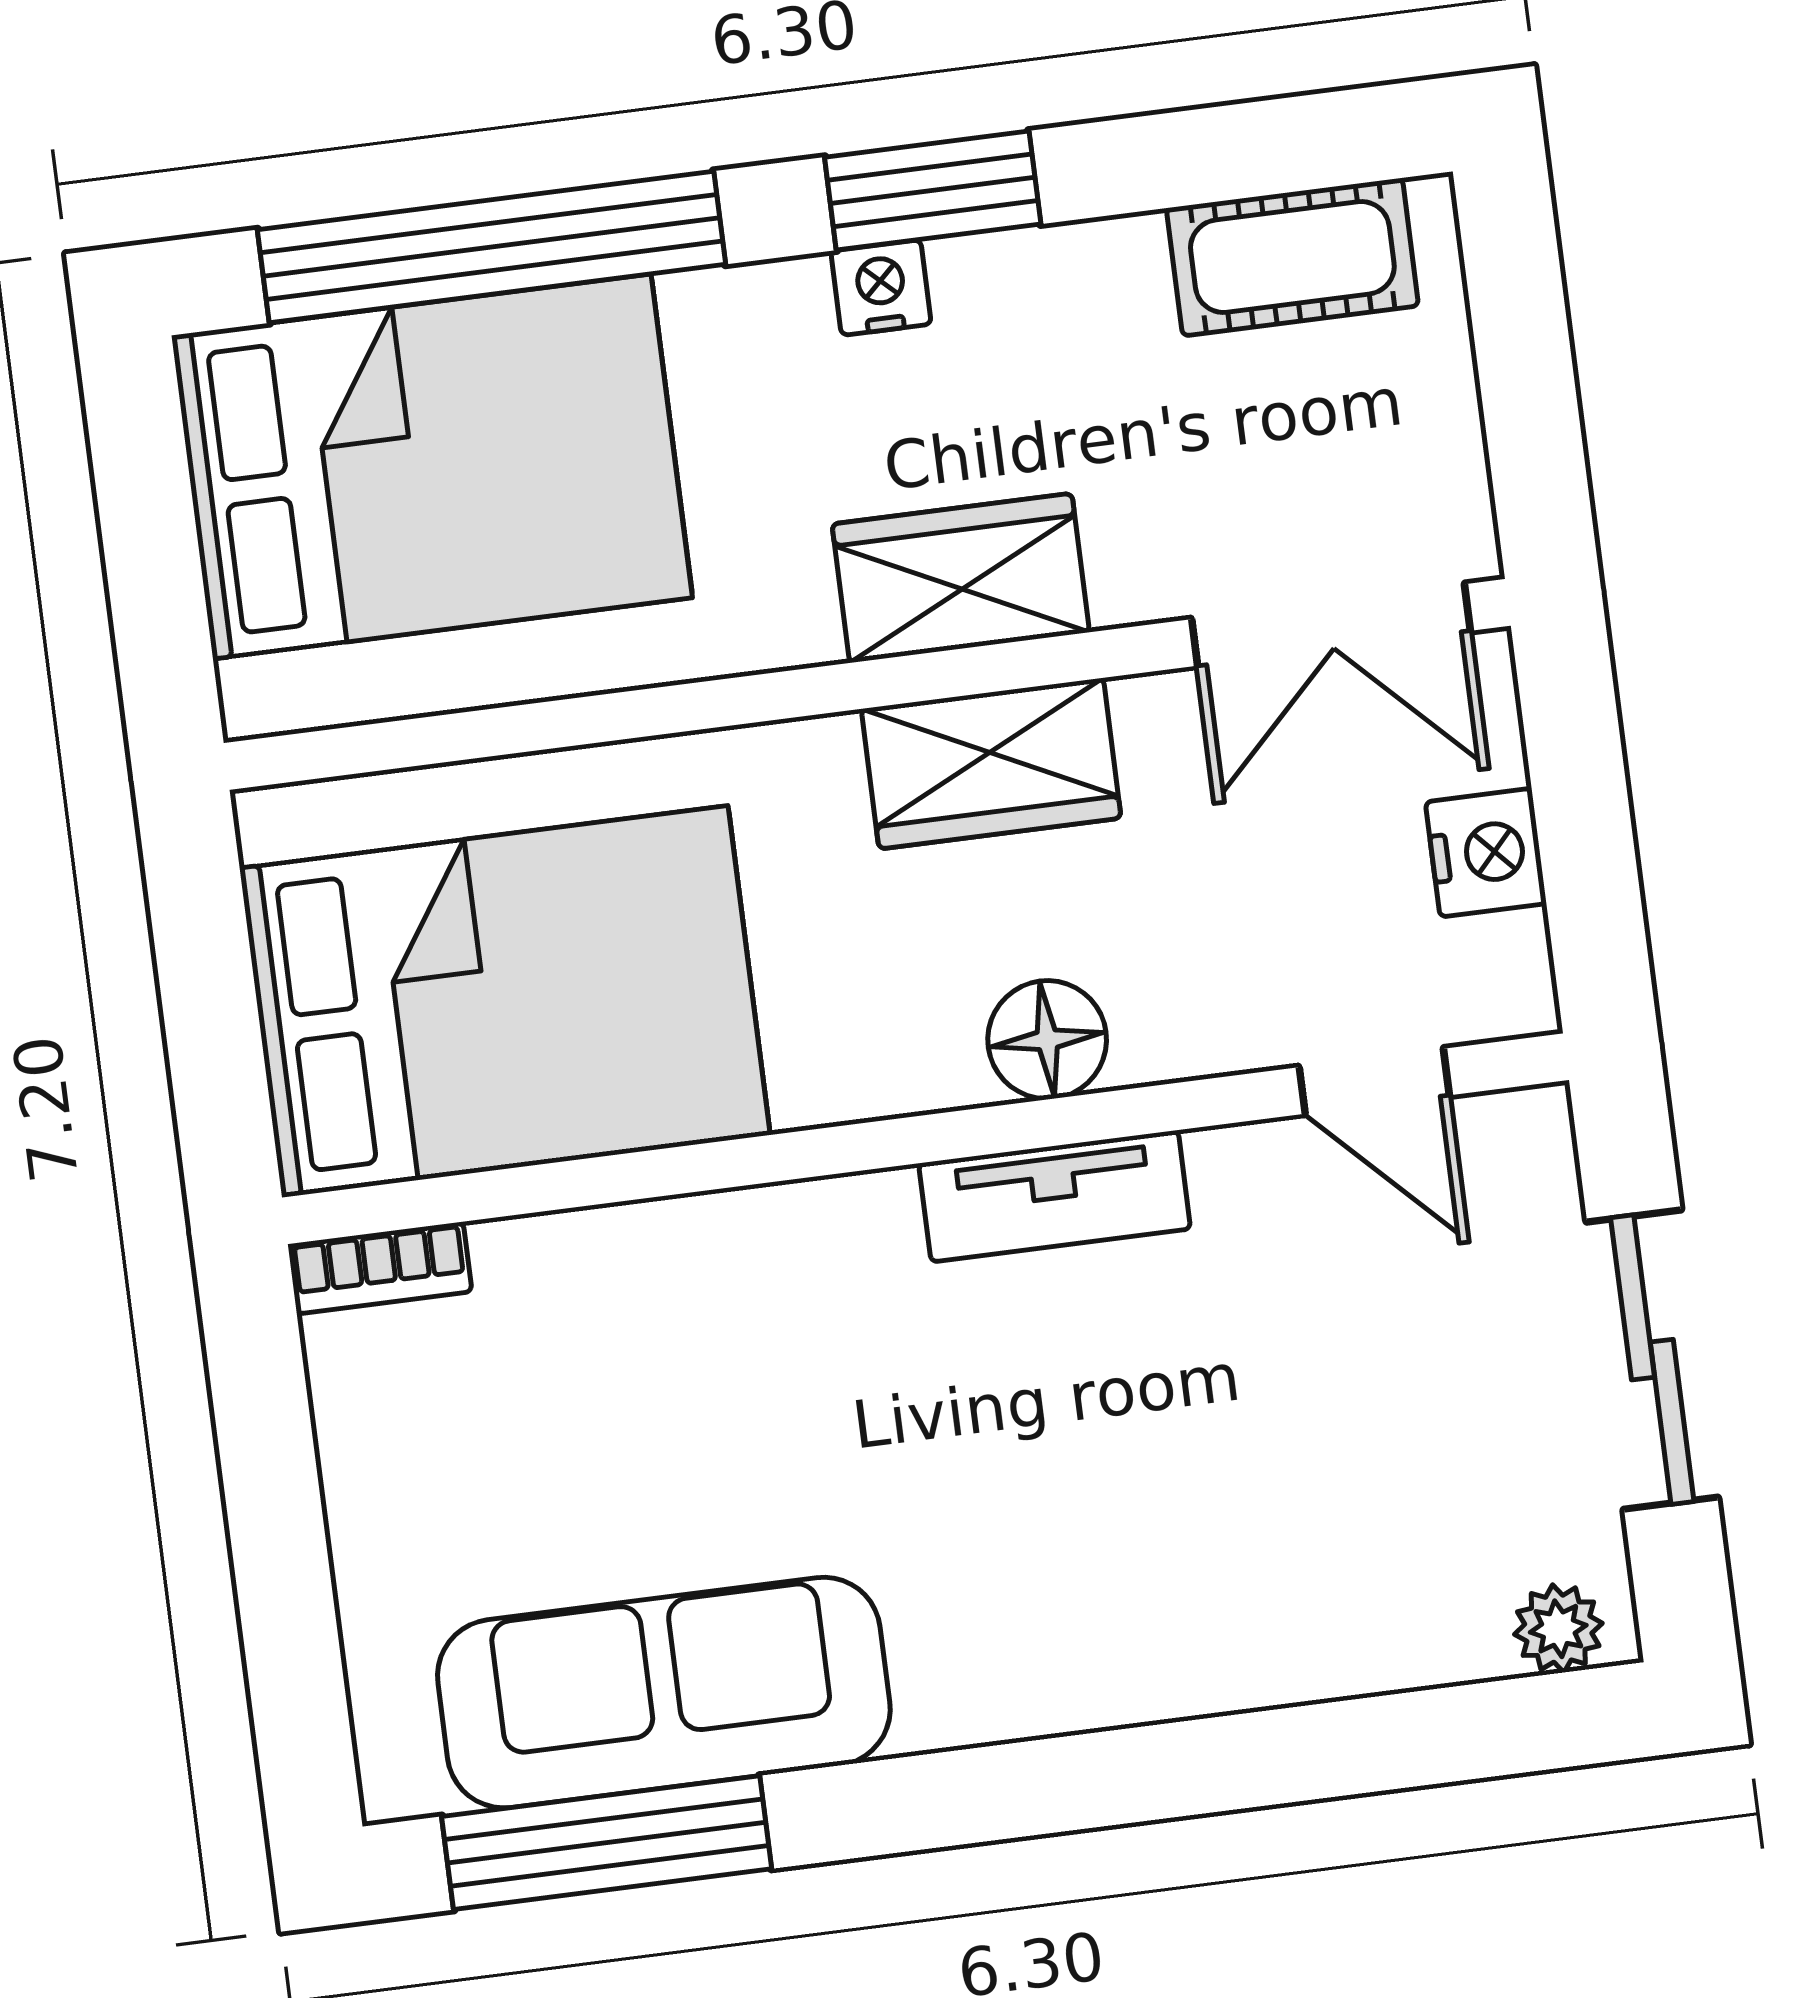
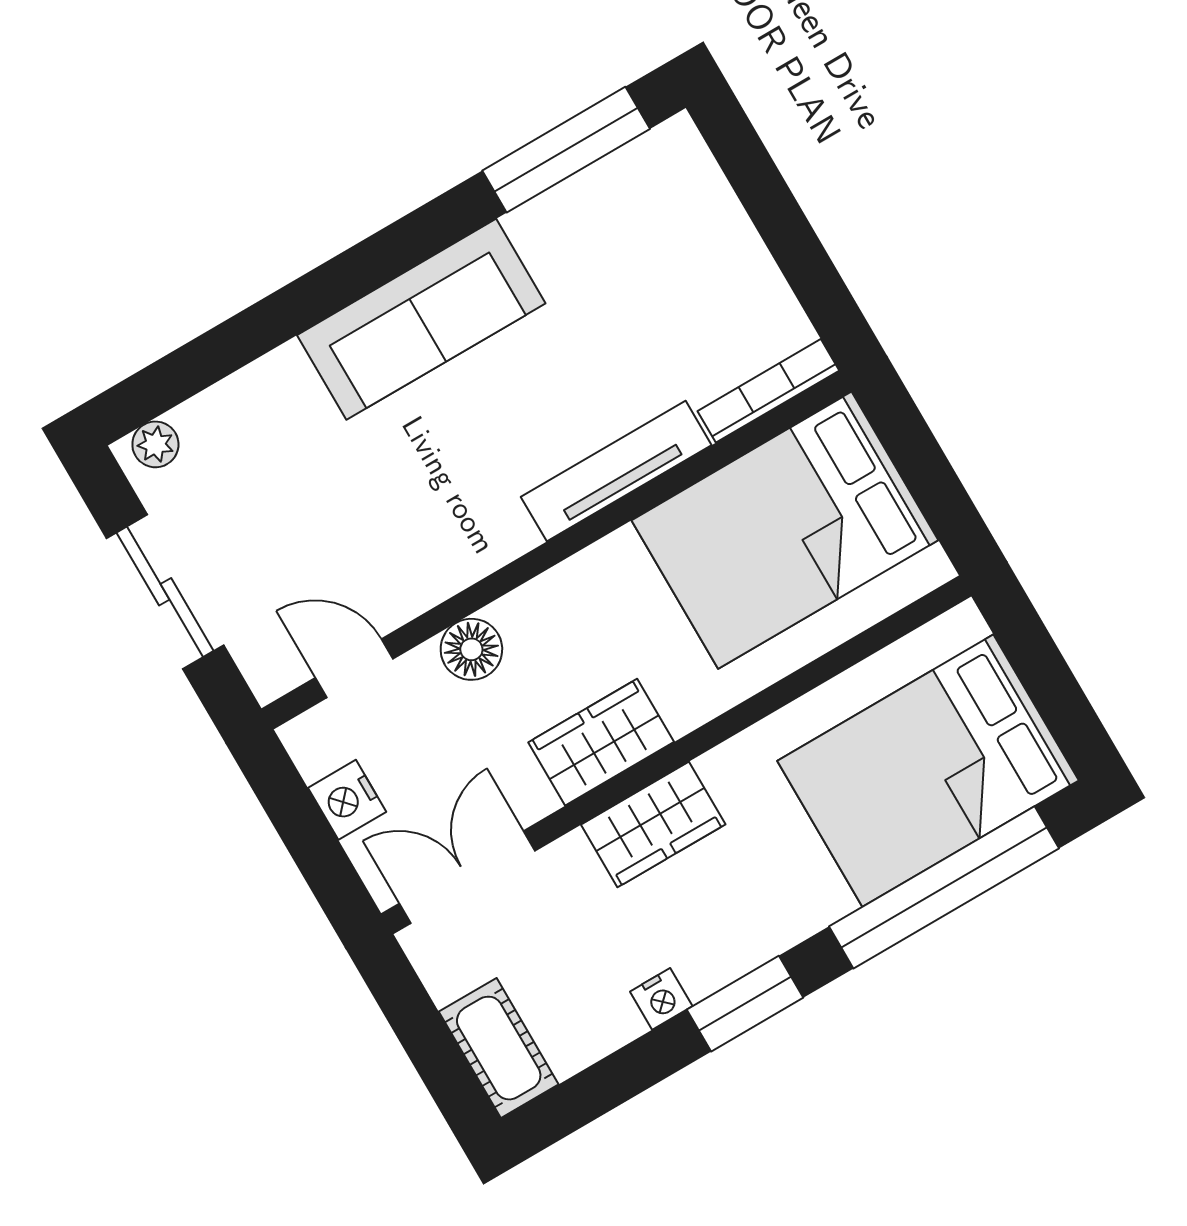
cot: (1292, 257) -> (499, 1048), moved, turned 90
nightstand: (881, 288) -> (661, 999), moved
floor lamp: (1047, 1040) -> (471, 649), moved
tv unit: (1055, 1196) -> (616, 471), moved, width x1.41
bookcase: (380, 1268) -> (768, 391), width x1.56
sofa: (664, 1693) -> (421, 319), moved

